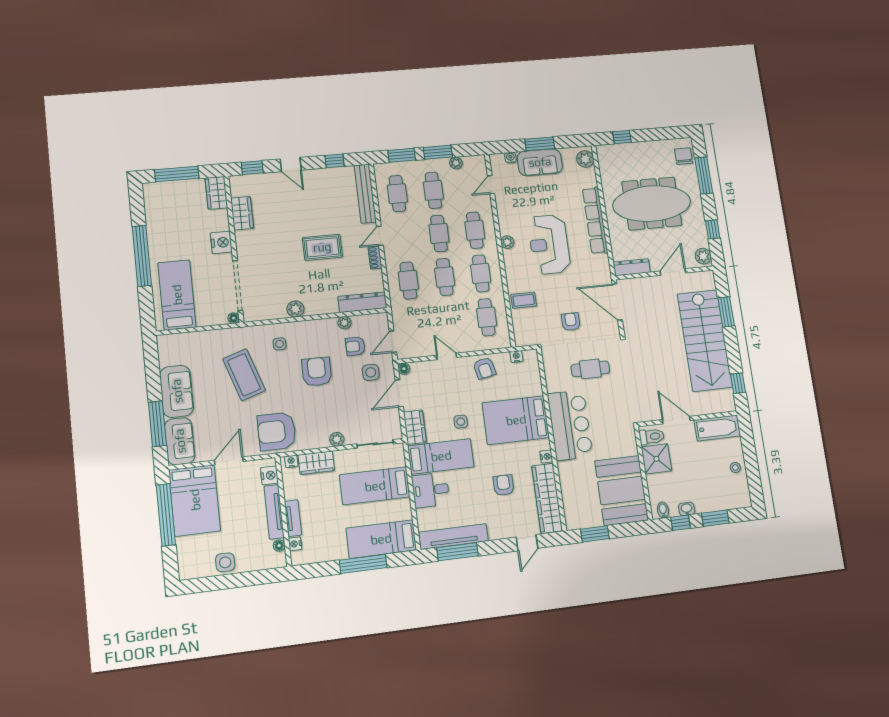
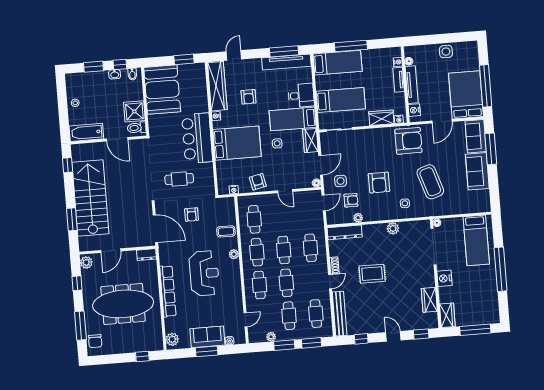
plant: (507, 242) -> (234, 254), moved
dresser: (632, 267) -> (146, 255), width x0.70
plant: (337, 439) -> (366, 134), removed

